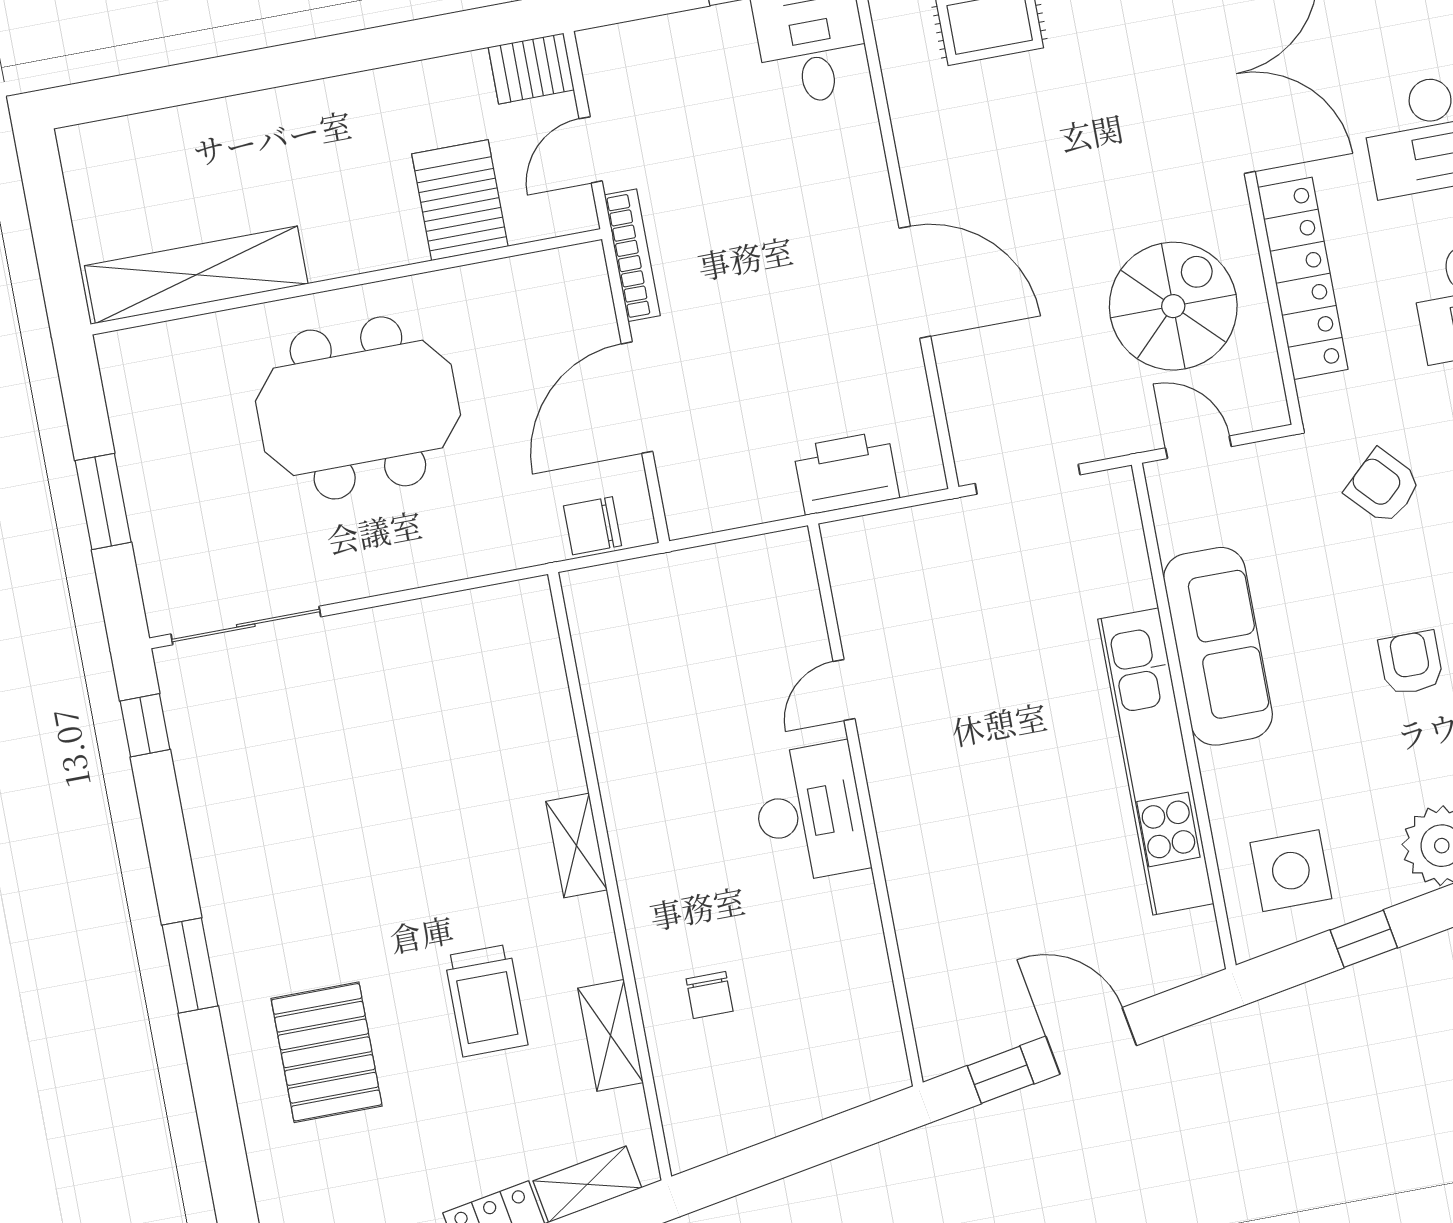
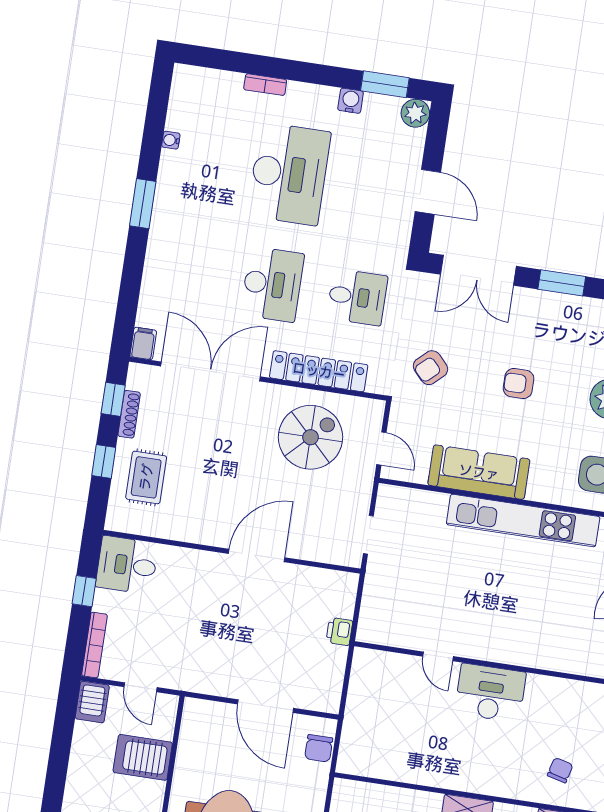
bookcase: (632, 255) -> (94, 645), moved, turned 90
spiral stairs: (1173, 306) -> (311, 437), turned 90
door: (1198, 447) -> (381, 449), swing flipped
printer: (846, 473) -> (339, 631), width x0.53, depth x0.68
doorway: (1028, 479) -> (368, 535), width x0.73
chair: (710, 995) -> (560, 770), turned -76

